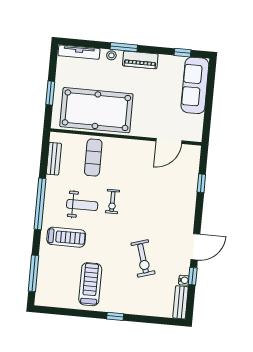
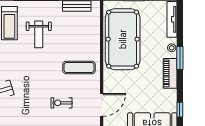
door: (169, 141) -> (102, 105), swing flipped
exercise mat: (93, 158) -> (79, 67), moved
exercise bike: (112, 202) -> (61, 103), moved

